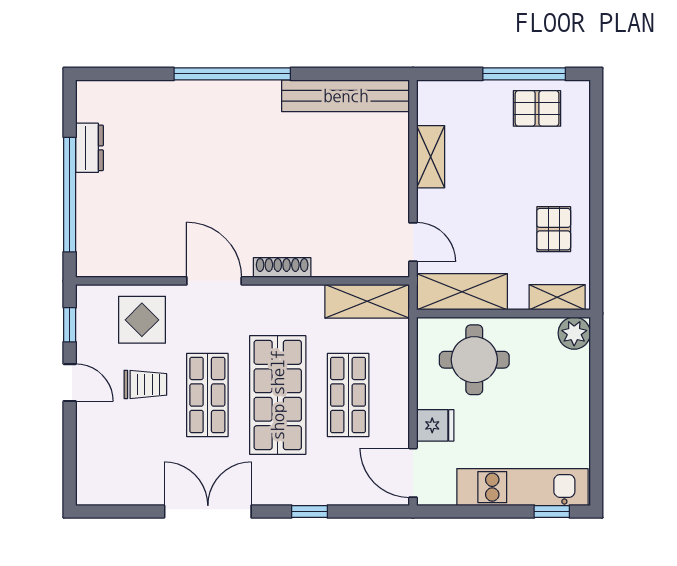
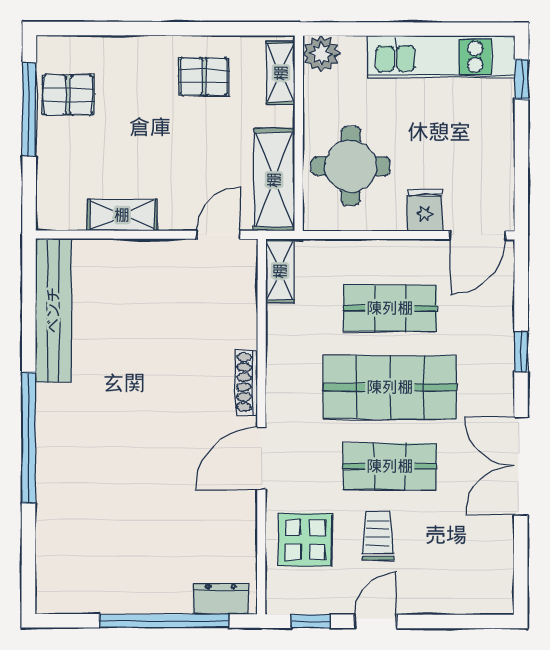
pallet: (537, 108) -> (68, 95), turned 90
dresser: (89, 148) -> (221, 599), moved
shelving: (367, 301) -> (280, 271), width x0.67, depth x0.75
kitchen unit: (522, 487) -> (441, 57), moved, turned -90

